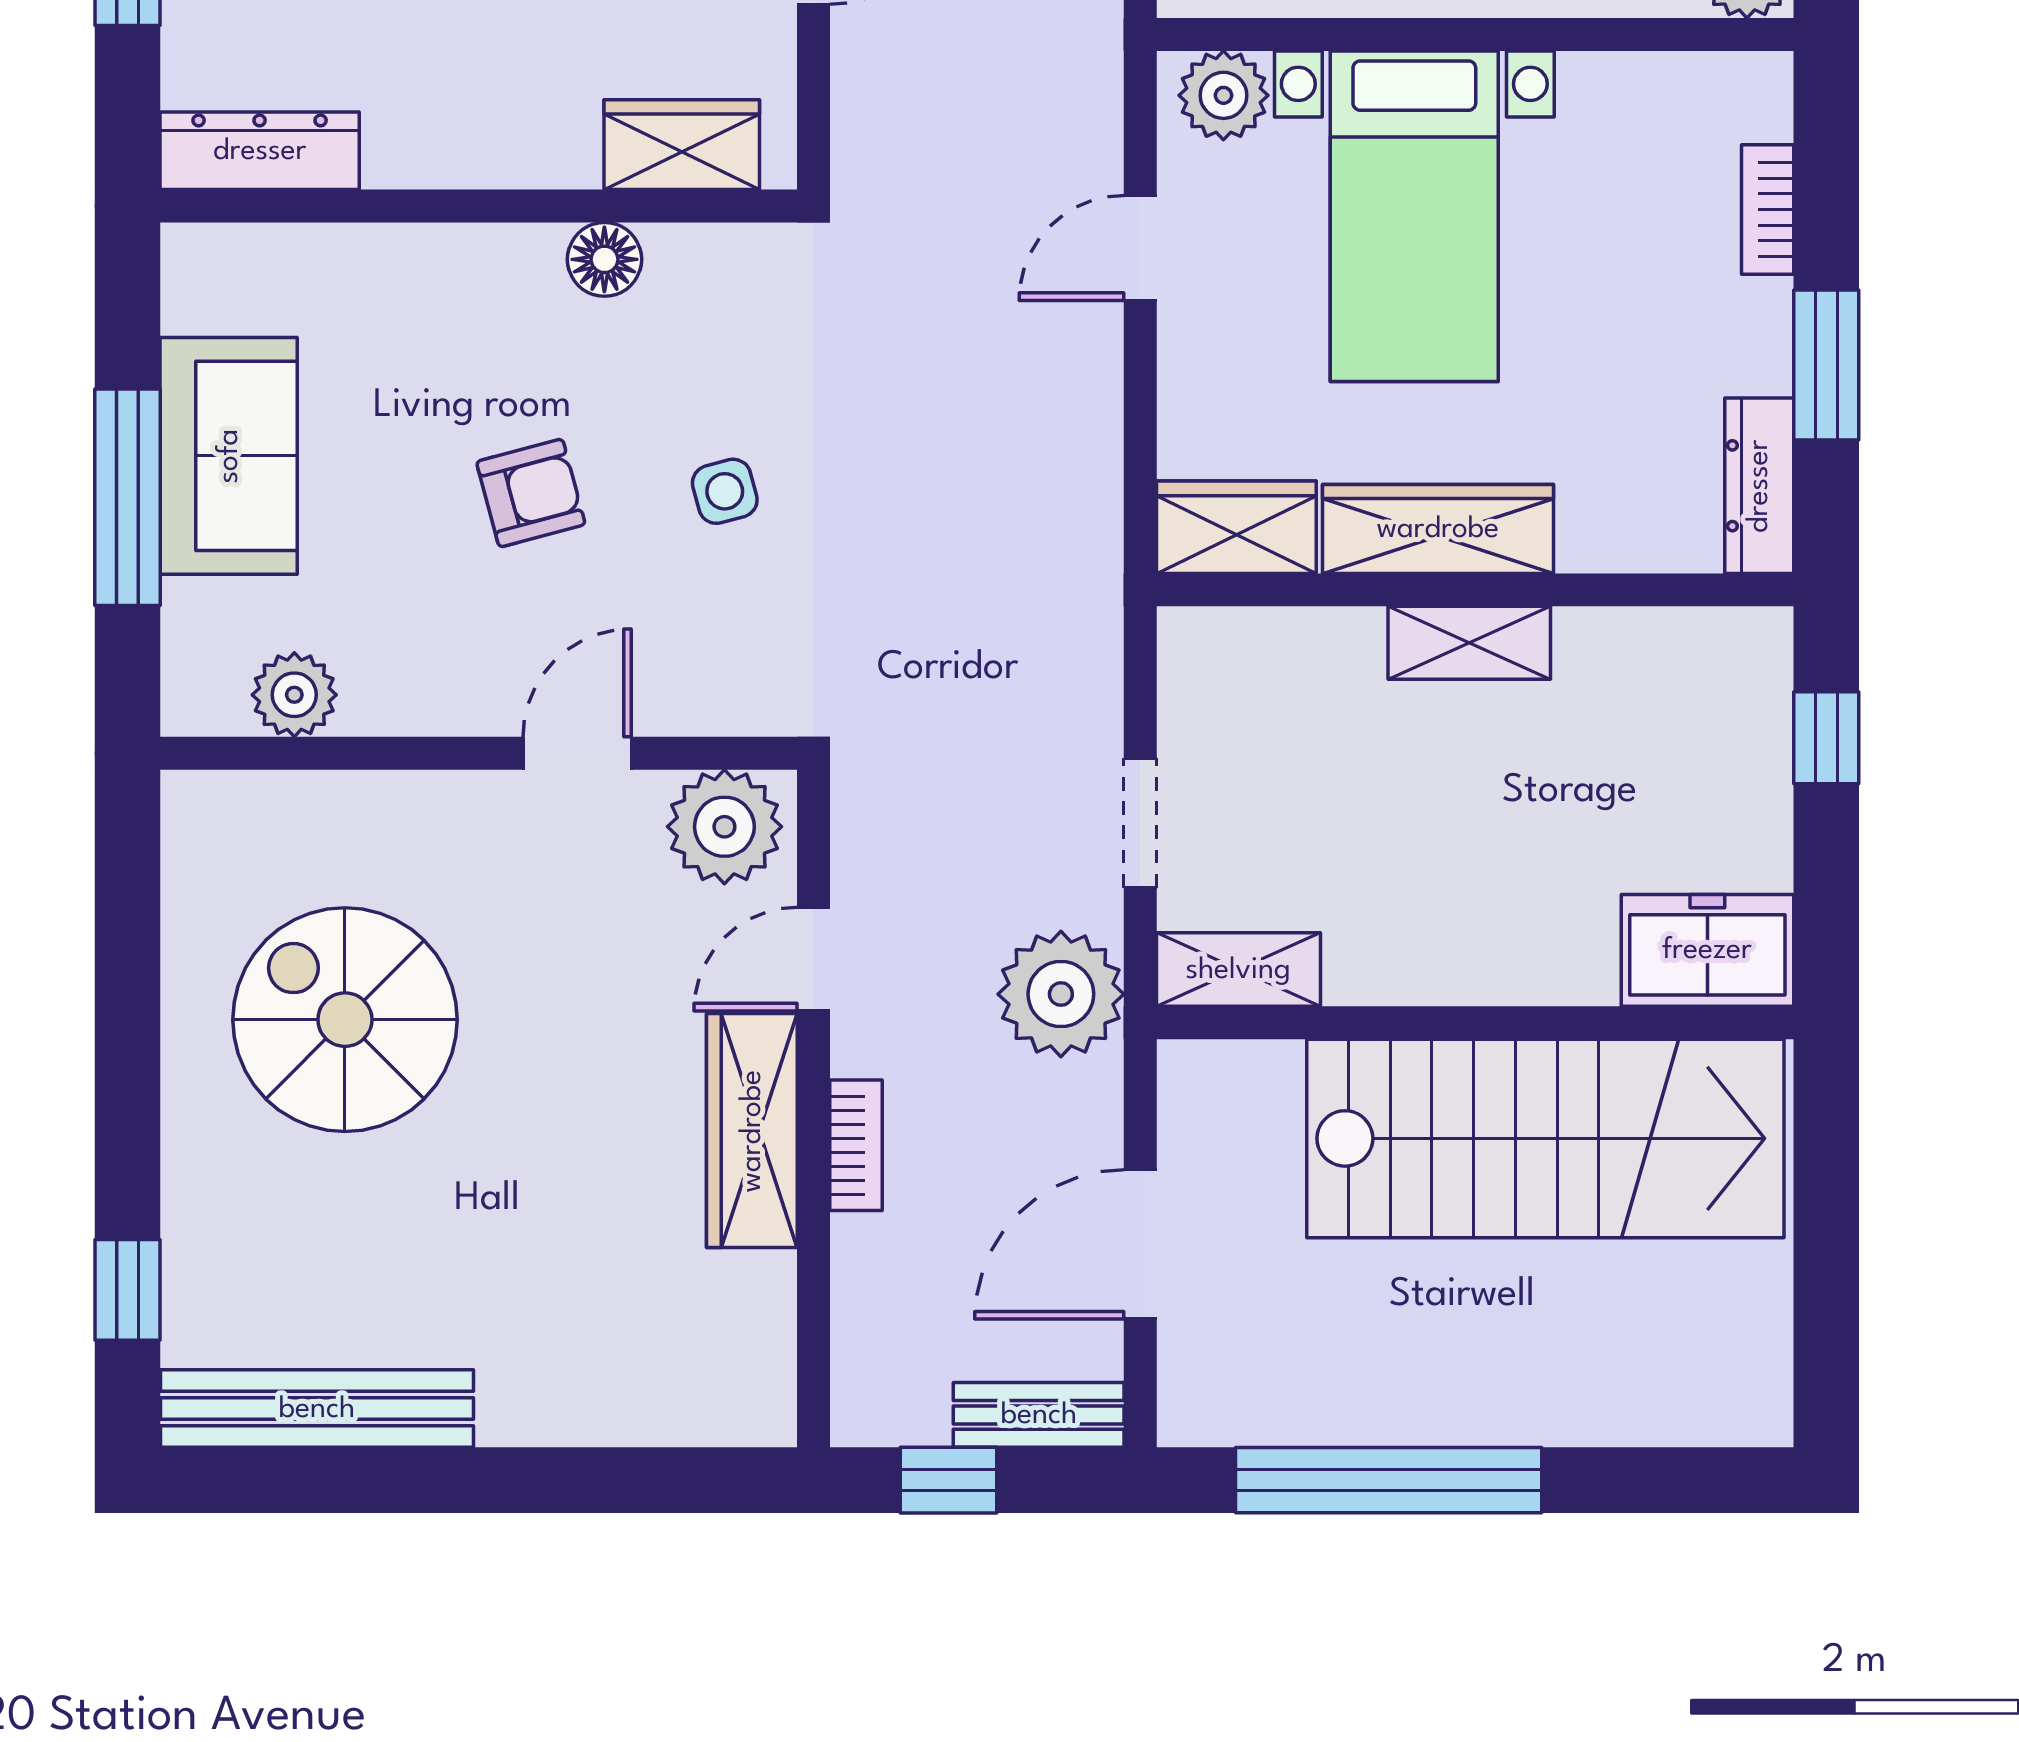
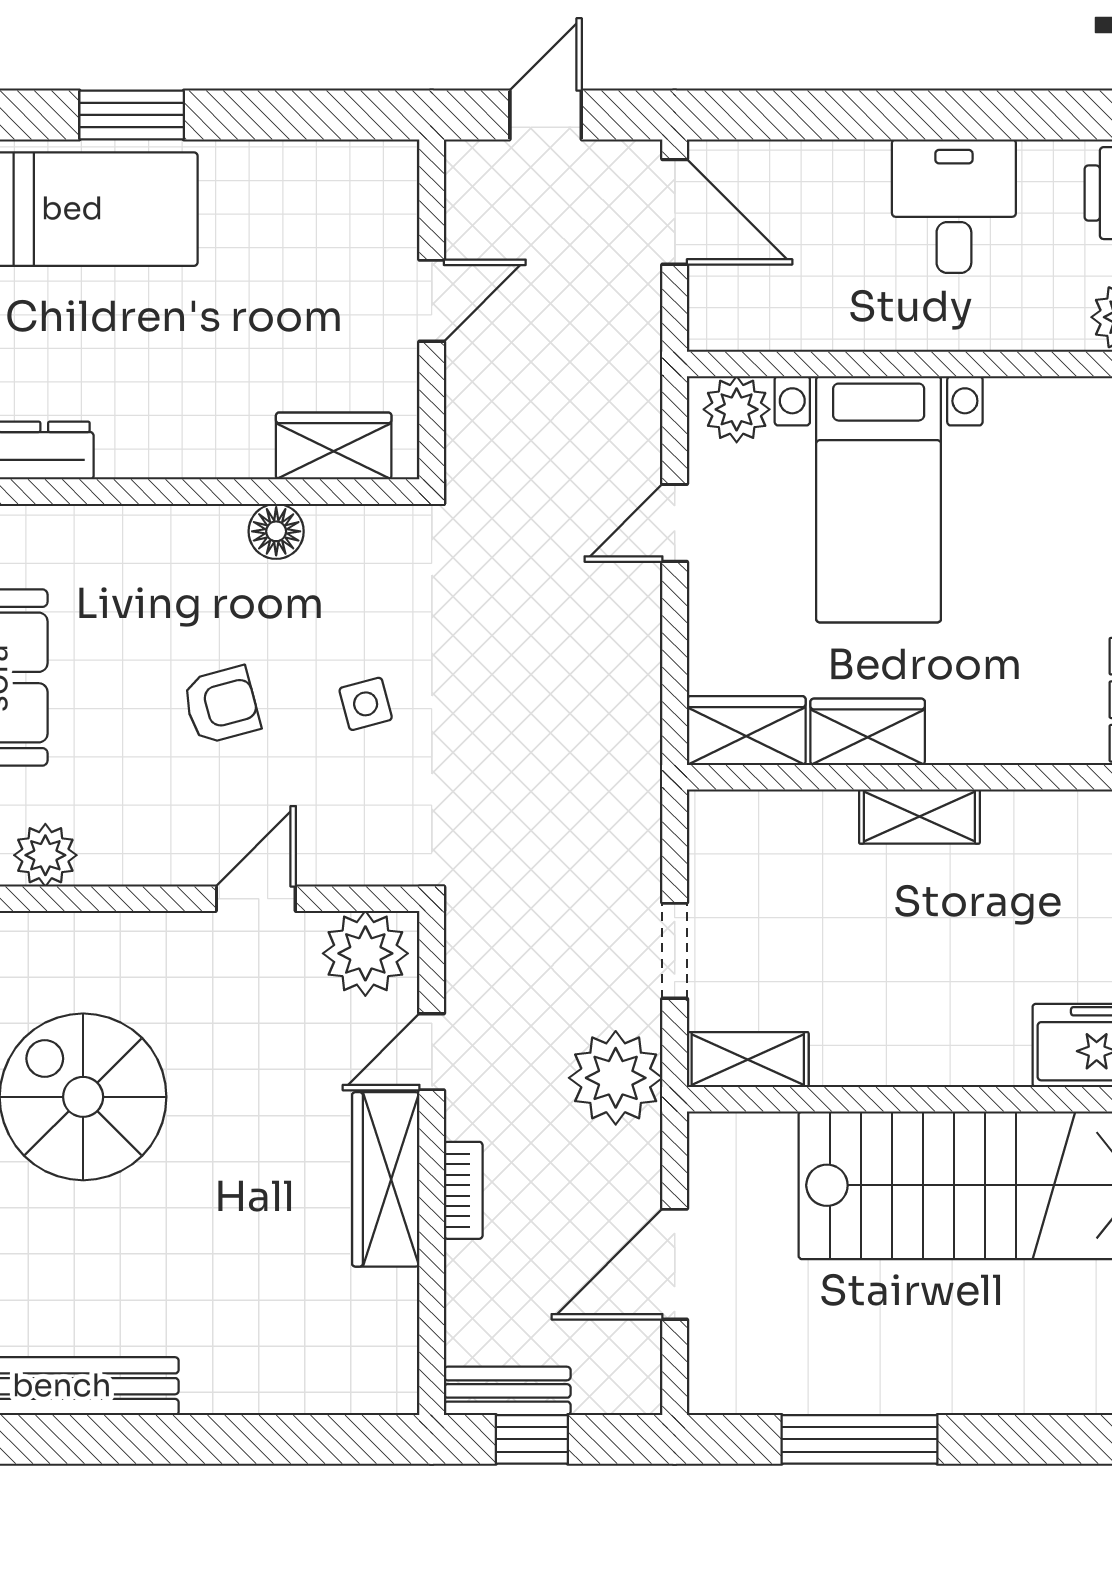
wardrobe: (1438, 529) -> (868, 732), width x0.67
bench: (1039, 1415) -> (507, 1391), moved
window: (1389, 1480) -> (859, 1439), width x0.68

